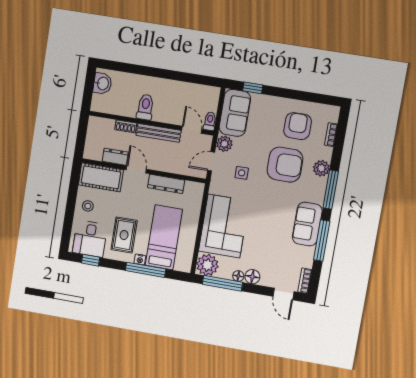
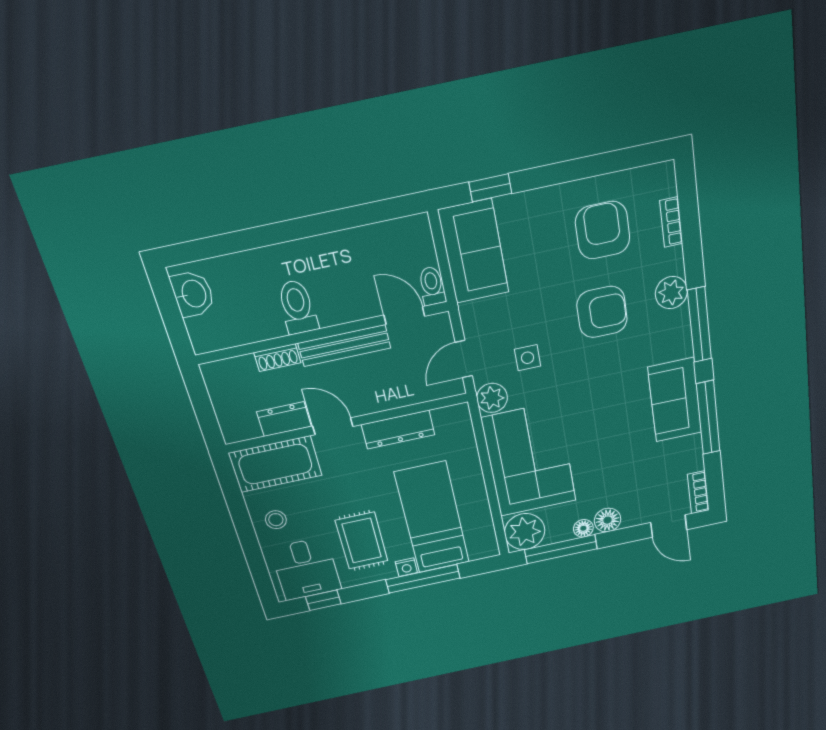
plant: (224, 144) -> (492, 398), moved
armchair: (285, 165) -> (602, 312), width x0.73, depth x0.73

